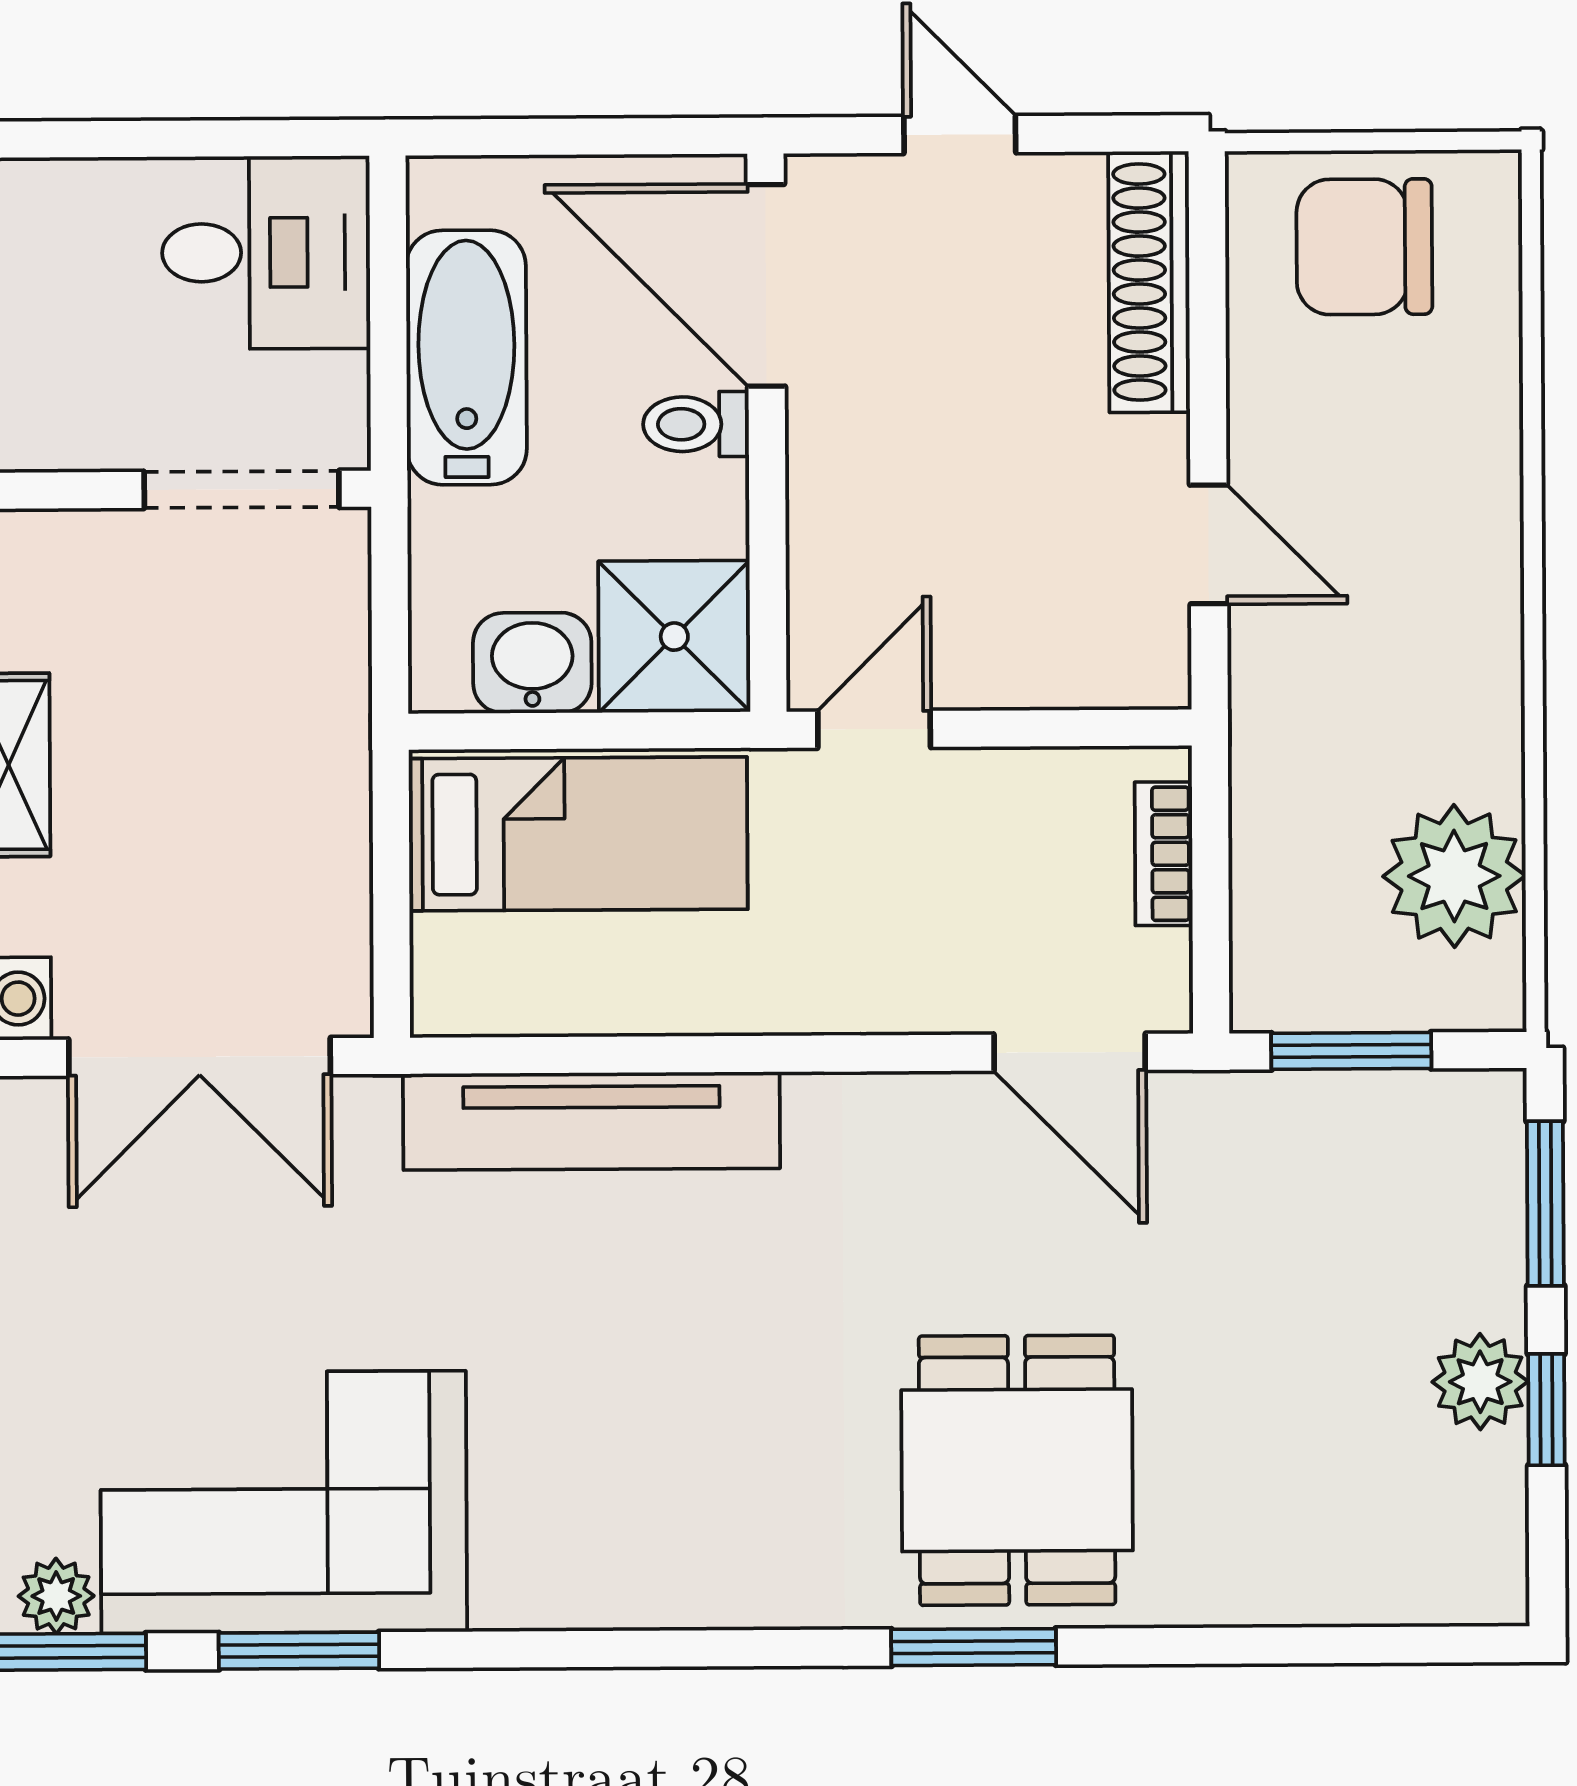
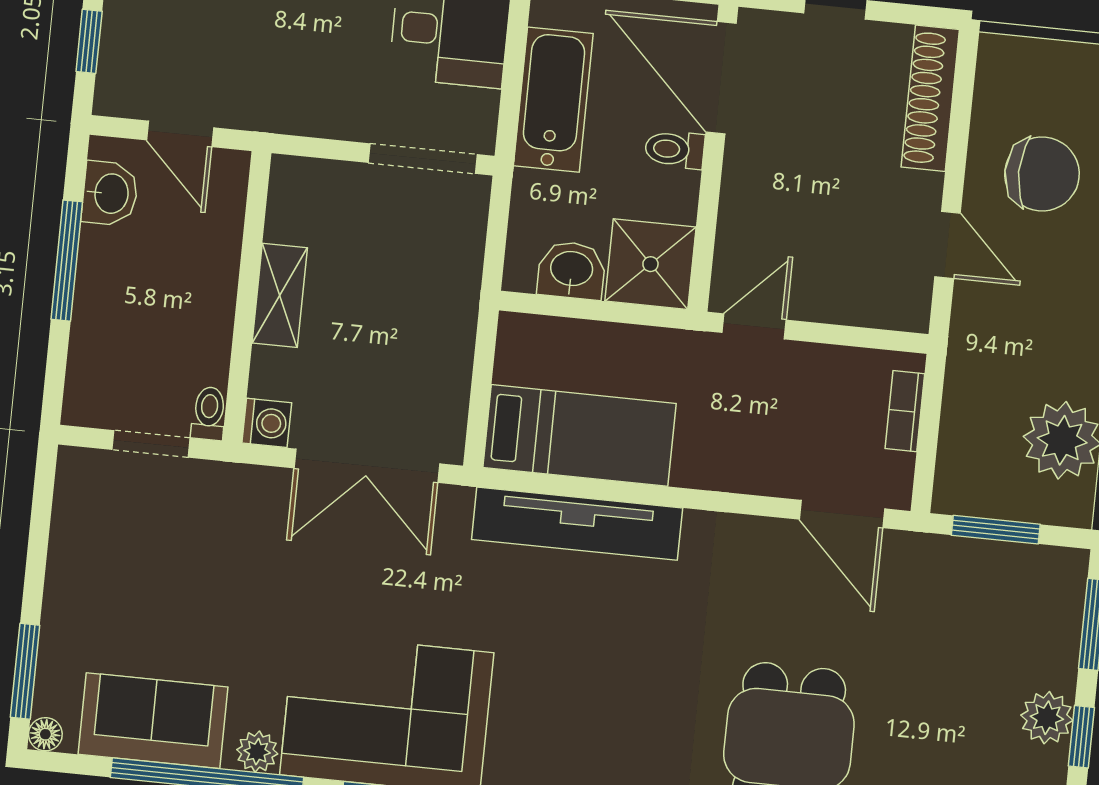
chair: (1364, 247) -> (1042, 174), moved, turned 180
bed: (578, 834) -> (579, 435), moved

